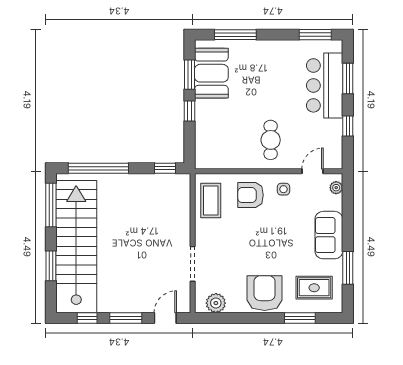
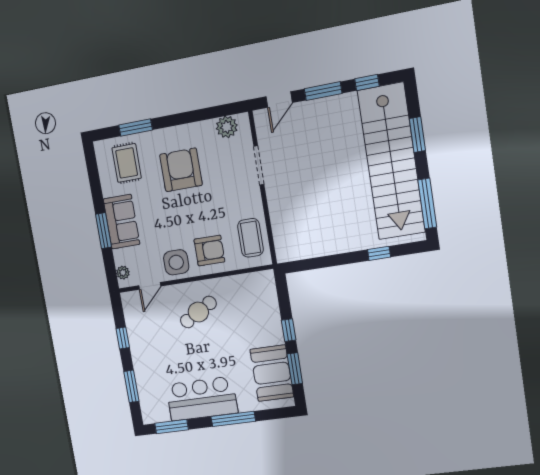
window: (235, 35) -> (233, 419), moved
bar counter: (325, 85) -> (202, 399), moved, turned -90
cafe table: (271, 140) -> (198, 312), turned 60
window: (98, 168) -> (379, 253), width x0.32
window: (165, 168) -> (305, 265), removed
side table: (283, 189) -> (176, 262), width x1.87, depth x1.87
window: (348, 268) -> (103, 231), moved
rug: (314, 288) -> (127, 163), turned 90
armchair: (265, 293) -> (181, 170), moved, turned 180

